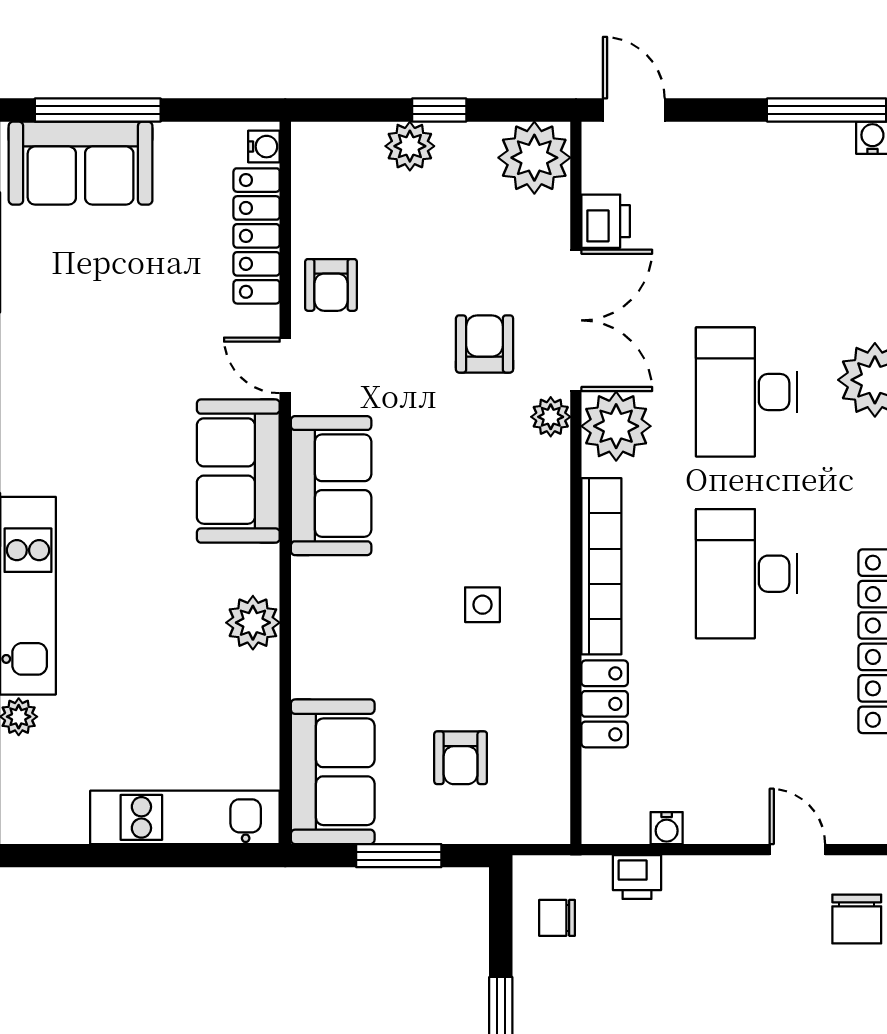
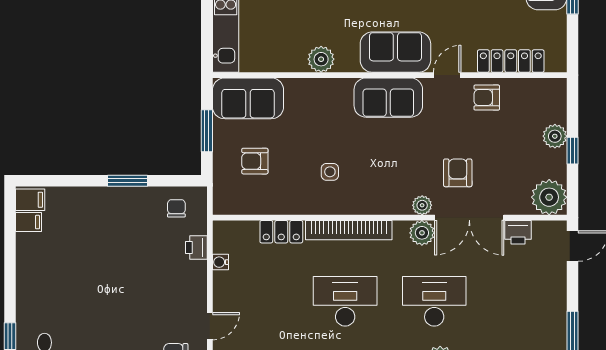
water cooler: (264, 147) -> (555, 65), removed
armchair: (485, 344) -> (458, 173), turned -90
plant: (616, 426) -> (422, 233), width x0.73, depth x0.73

